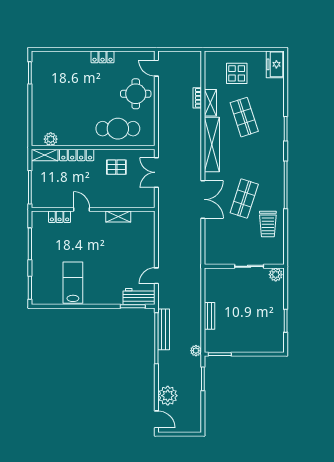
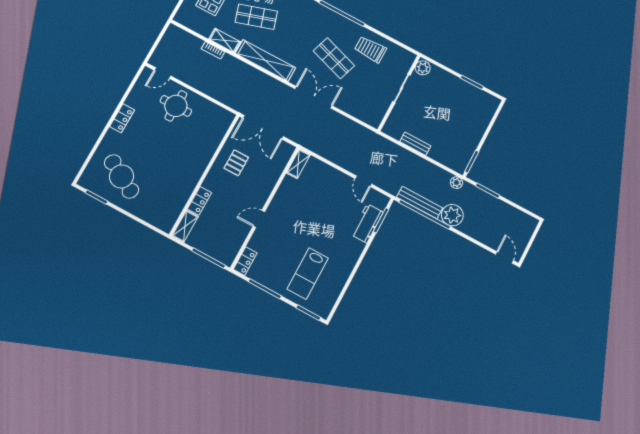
cafe table: (118, 129) -> (122, 176), moved, turned -61
plant: (51, 139) -> (173, 212), removed
locker: (77, 155) -> (199, 201), width x0.66
double door: (156, 172) -> (263, 127), width x1.37
locker: (60, 217) -> (245, 261), moved
shelving: (118, 217) -> (298, 164), moved
trolley: (268, 224) -> (370, 49), turned 180
lab bench: (73, 283) -> (308, 274), moved, turned -90
workbench: (139, 297) -> (367, 223), moved
bench: (210, 316) -> (415, 144), moved
plant: (168, 396) -> (452, 215), moved
door: (156, 419) -> (504, 257), hinge flipped

